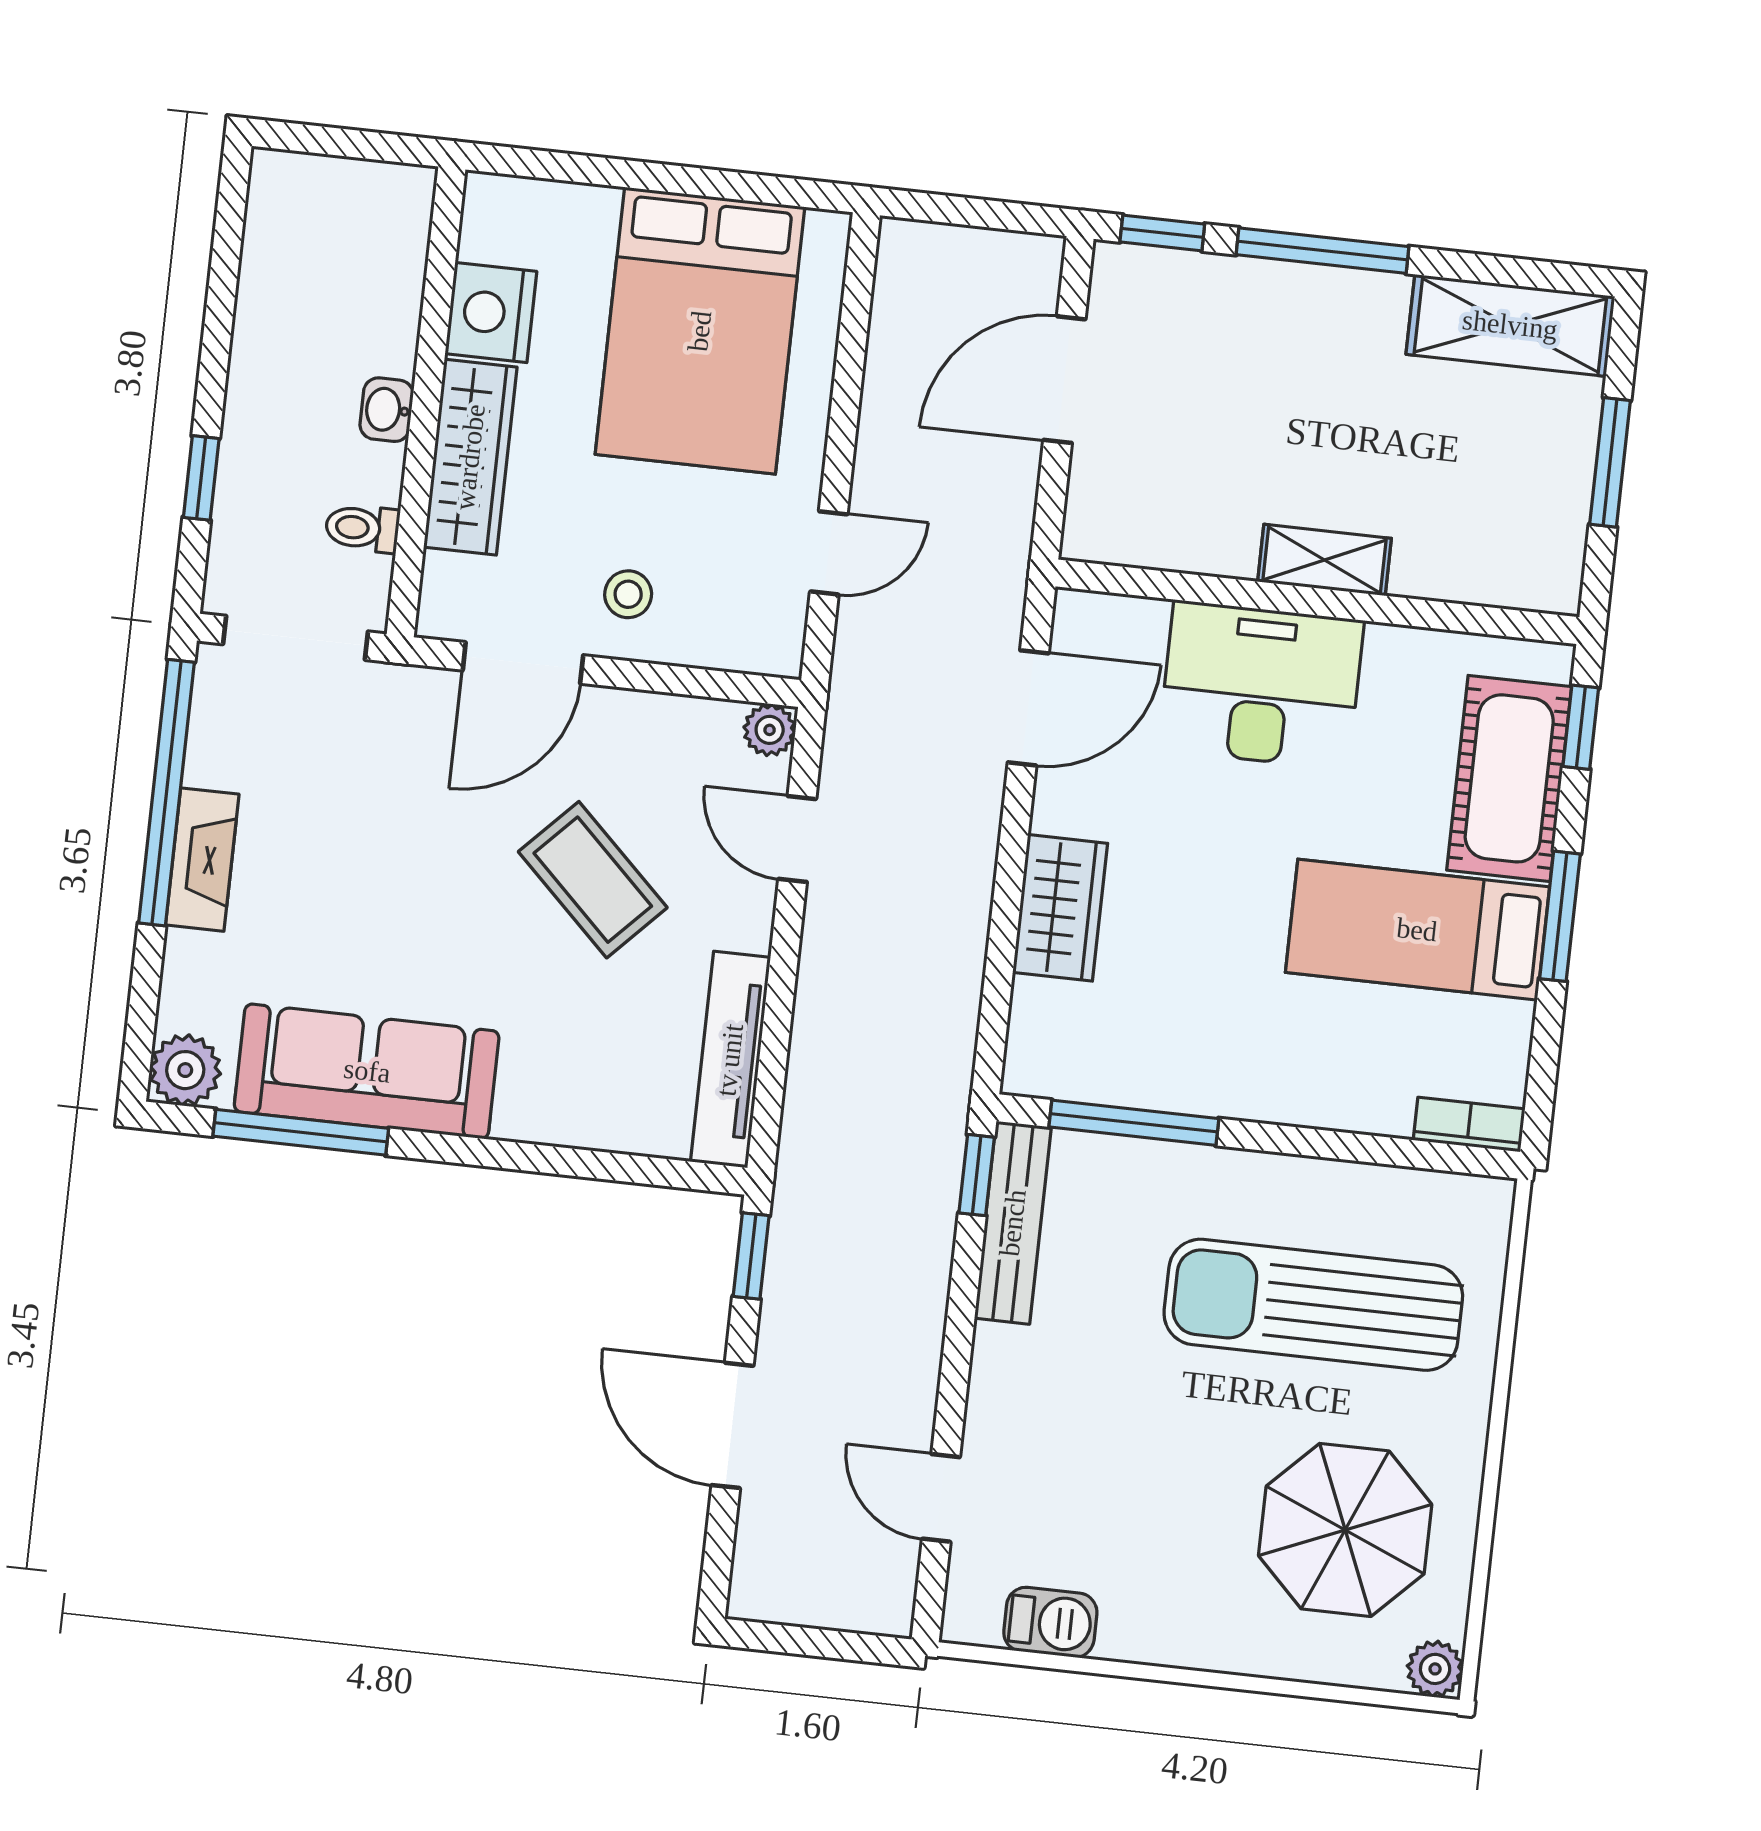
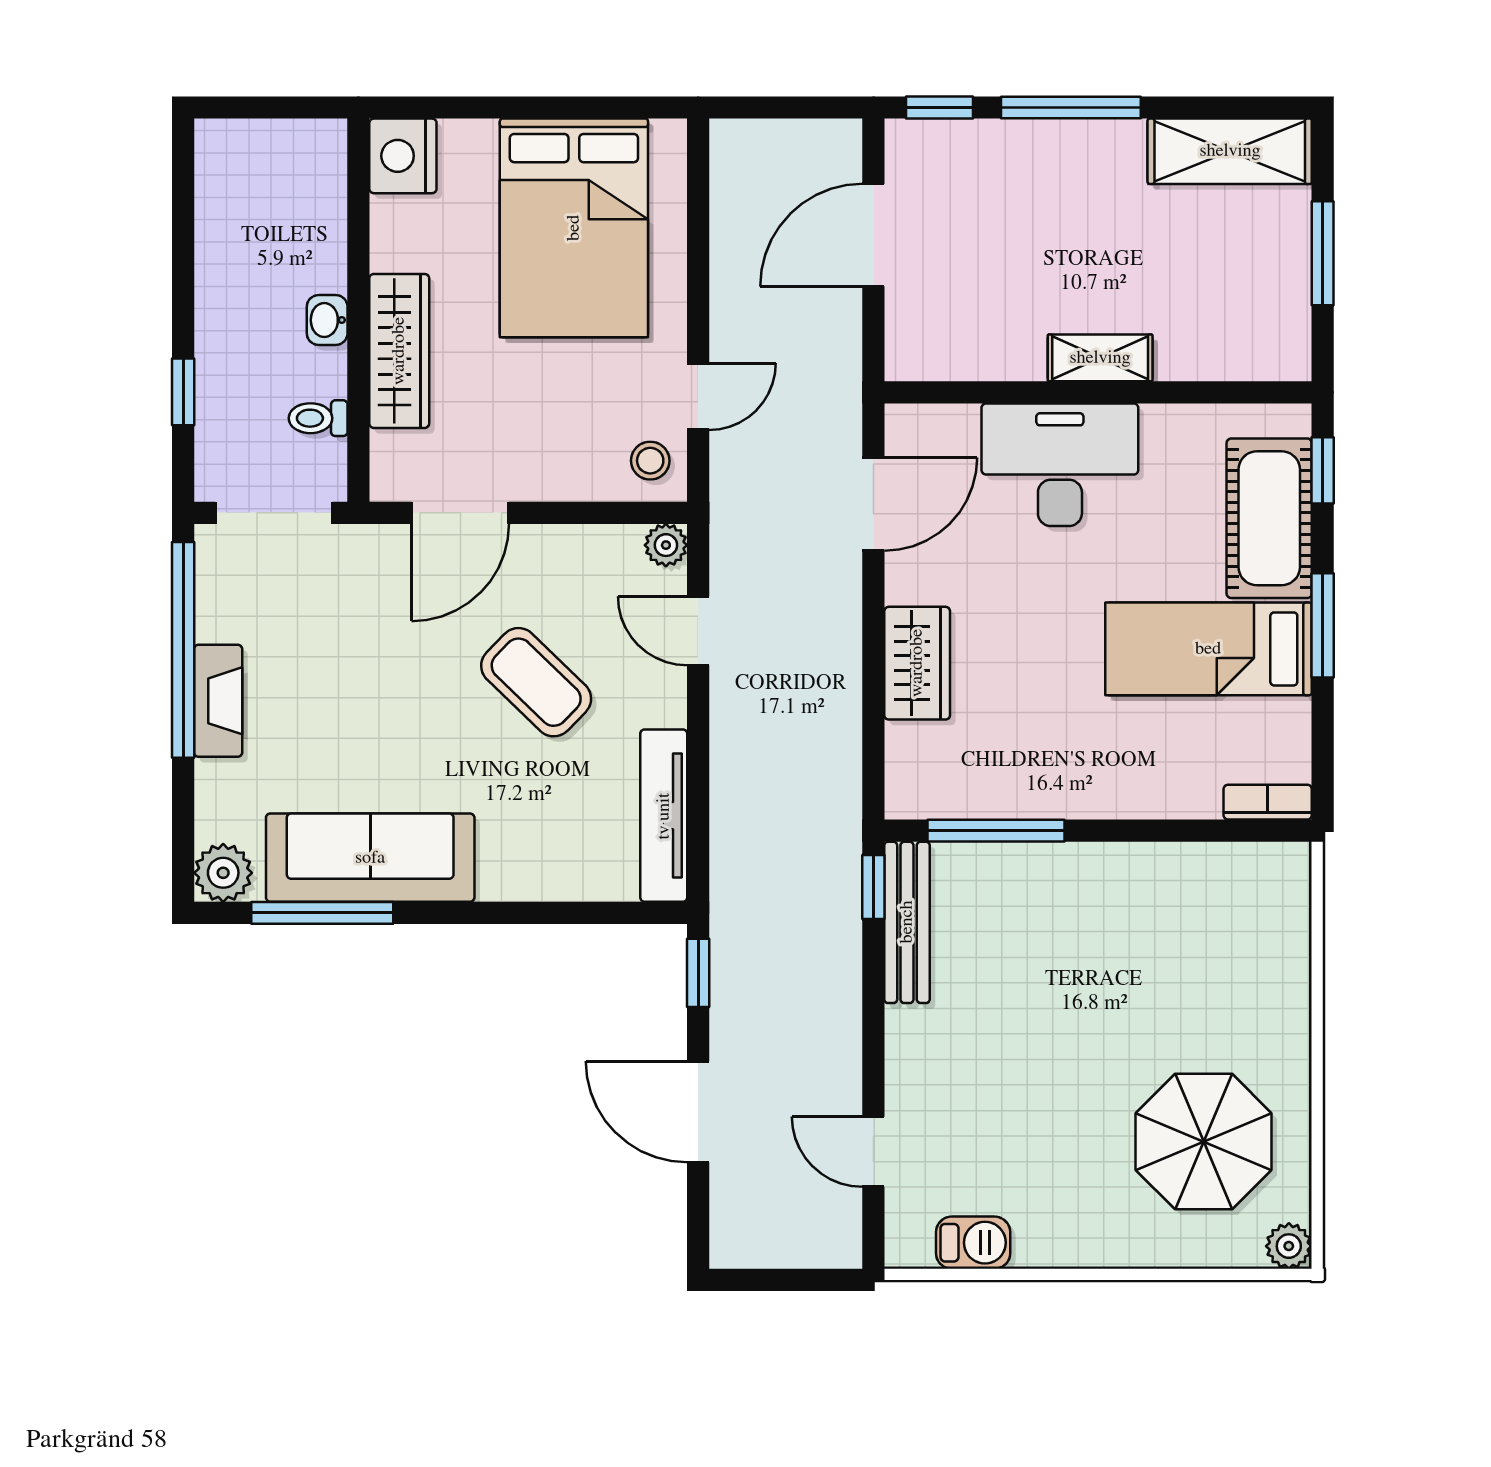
nightstand: (491, 313) -> (403, 156), moved
stool: (628, 594) -> (650, 461), moved
sun lounger: (1313, 1305) -> (1158, 962), removed

